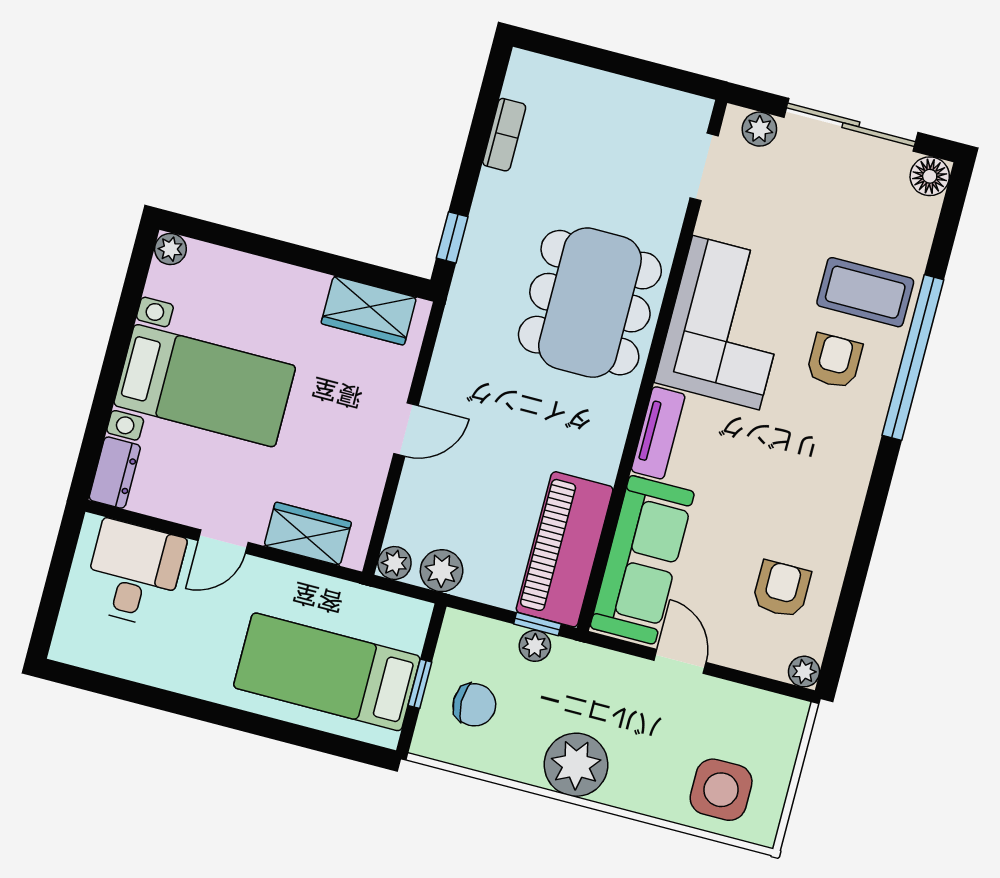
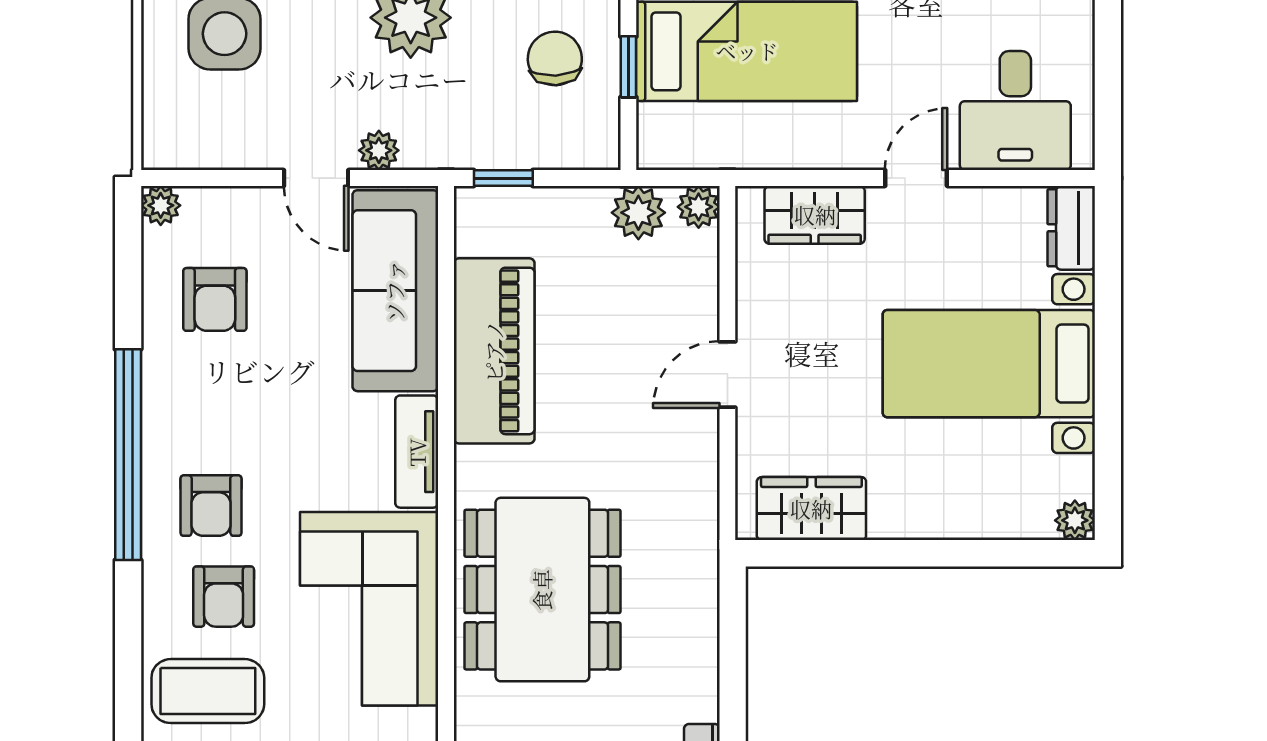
window: (452, 237) -> (733, 625), removed
window: (913, 357) -> (128, 455), moved
armchair: (826, 433) -> (211, 506), added
piano: (565, 549) -> (494, 351), moved
plant: (535, 646) -> (379, 150), moved
chair: (474, 705) -> (555, 58), turned 87

